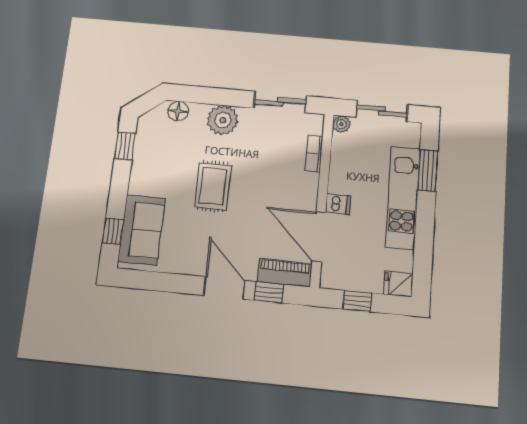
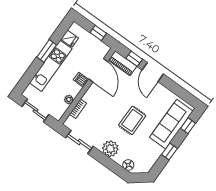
plant: (341, 124) -> (69, 99), moved
window: (125, 146) -> (169, 152), moved
window: (428, 170) -> (47, 51), moved
sofa: (142, 230) -> (171, 124), width x1.36
fridge: (398, 284) -> (70, 39), moved

